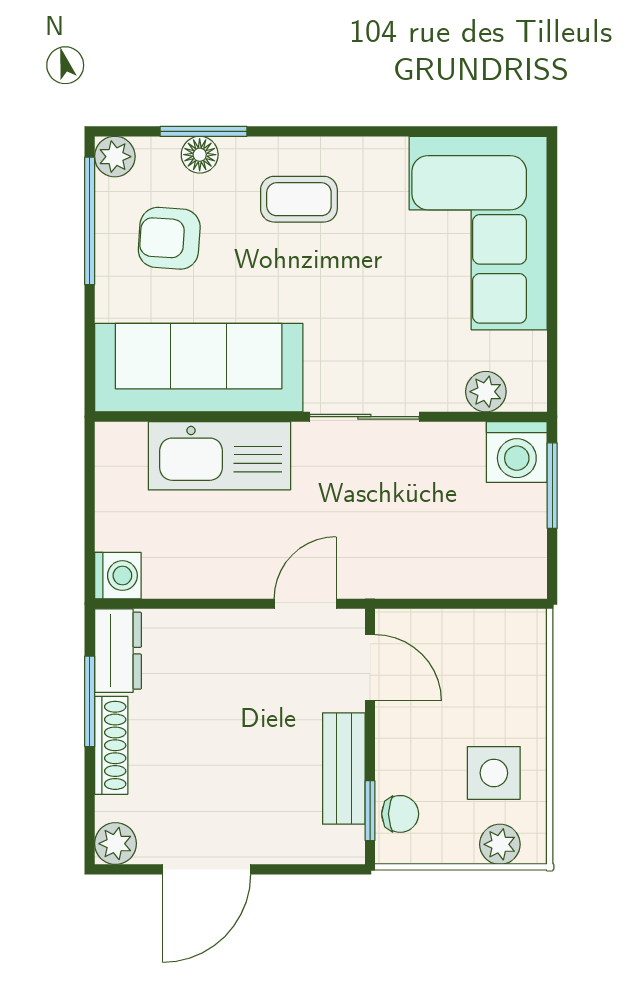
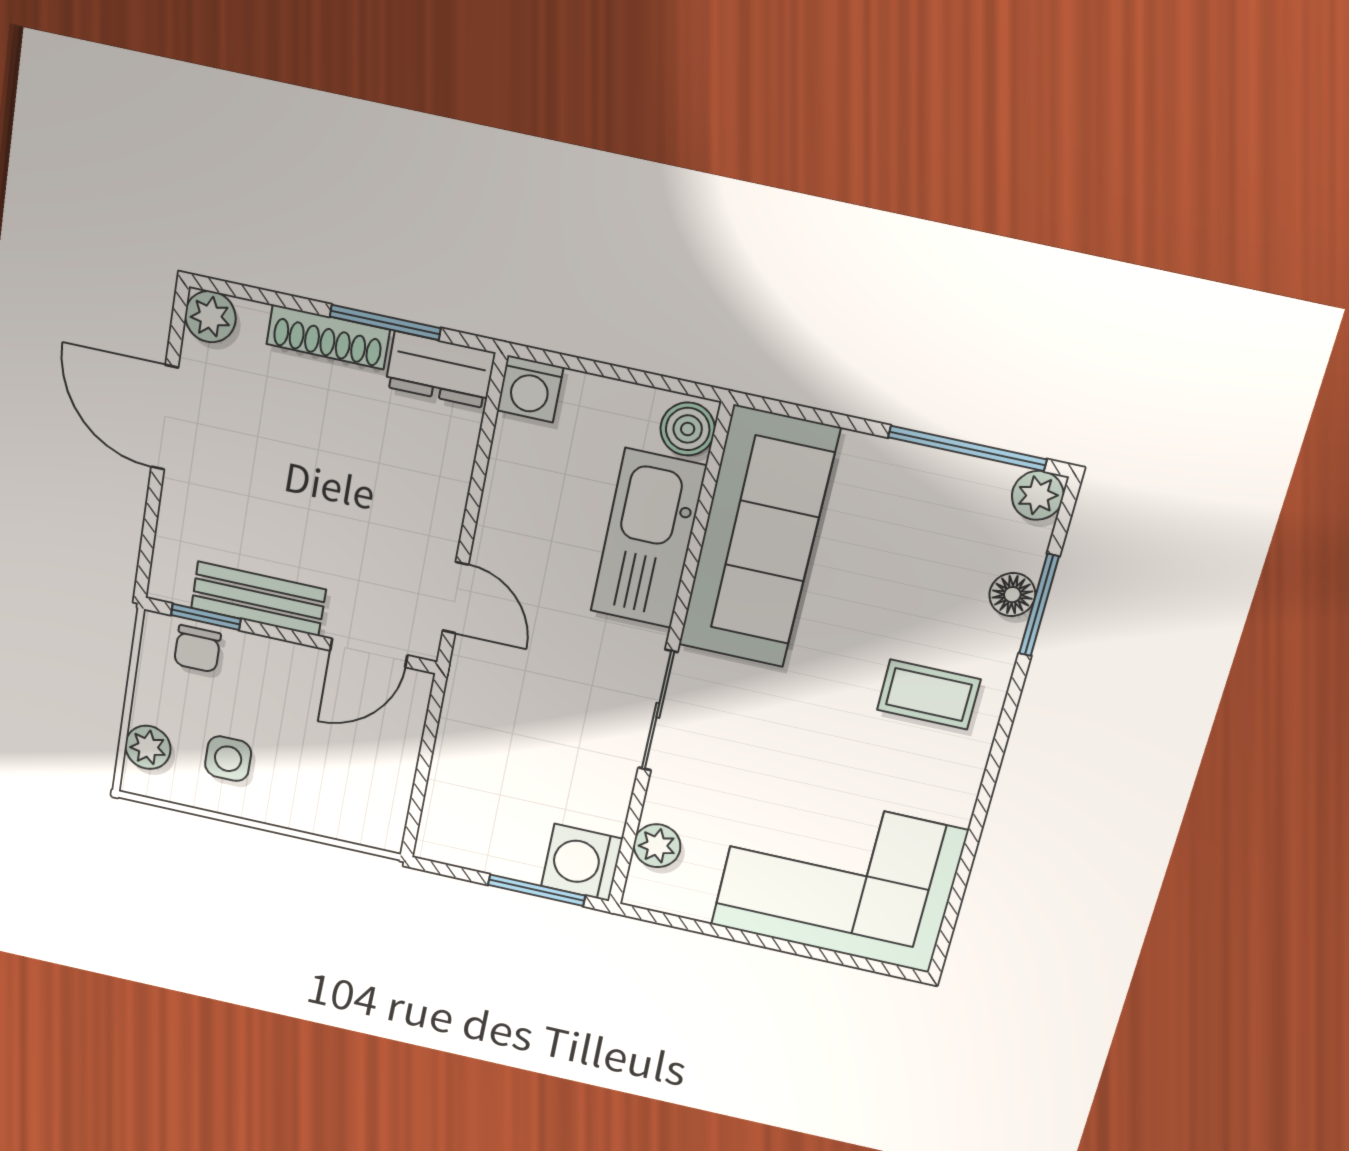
coffee table: (299, 199) -> (929, 695), turned 90
armchair: (169, 238) -> (921, 538), removed
boiler: (122, 444) -> (688, 429), added
side table: (494, 773) -> (228, 759), width x0.73, depth x0.73

